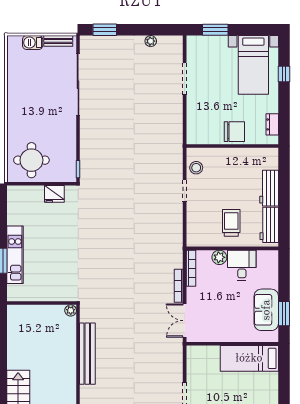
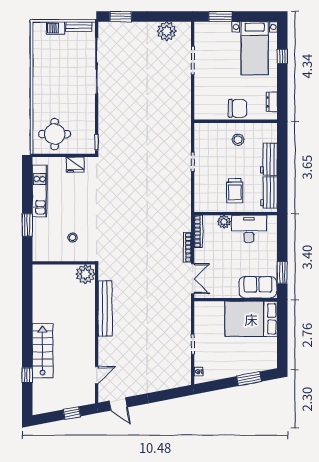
plant: (151, 41) -> (167, 31), width x1.87, depth x1.87
stool: (196, 168) -> (238, 140), moved
trolley: (231, 223) -> (235, 191), turned 180
kitchen unit: (15, 255) -> (40, 191), moved
desk: (242, 265) -> (249, 229), width x1.37
stool: (51, 275) -> (73, 237), added
plant: (71, 310) -> (85, 274), width x1.88, depth x1.88
sofa: (266, 310) -> (258, 287), moved, turned 90
double door: (185, 321) -> (193, 279), swing flipped
bed: (249, 358) -> (251, 319), width x1.50

